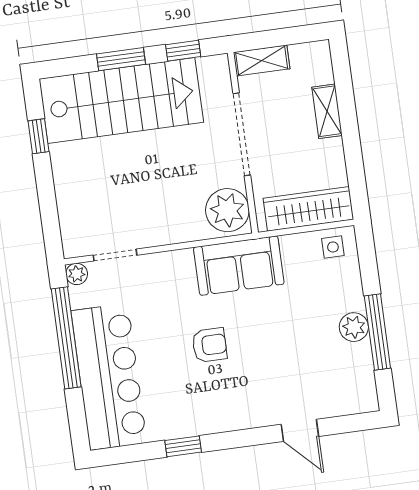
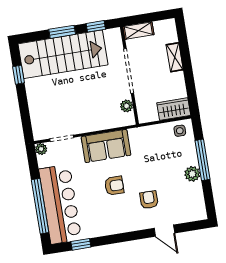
wardrobe: (308, 209) -> (174, 109), width x0.67
plant: (227, 210) -> (127, 106), width x0.53, depth x0.53
sofa: (239, 266) -> (106, 146), moved
window: (377, 332) -> (202, 160), moved
window: (66, 338) -> (40, 206), moved
armchair: (273, 373) -> (149, 200), added
window: (183, 446) -> (81, 244), moved

